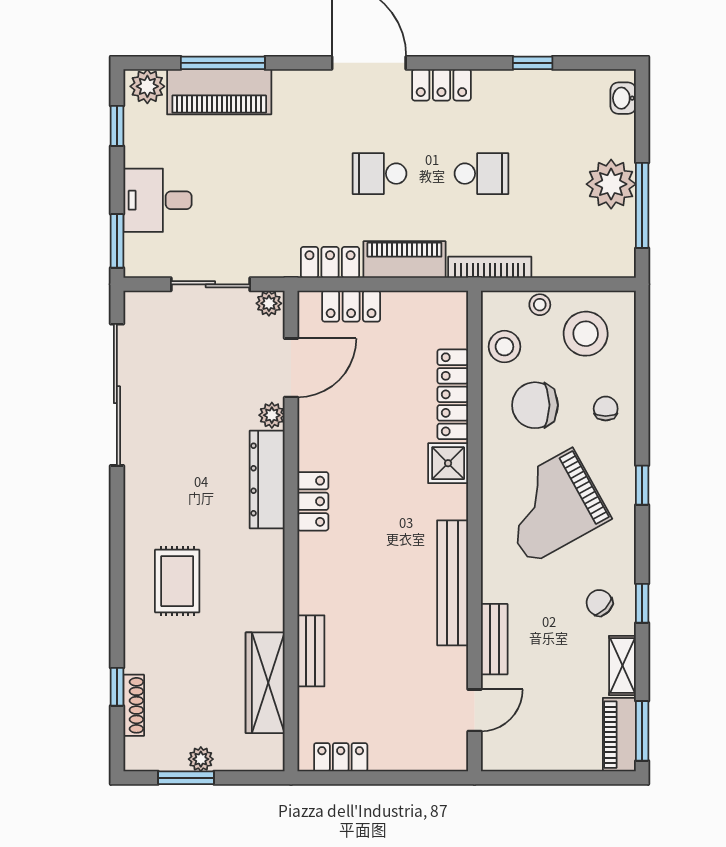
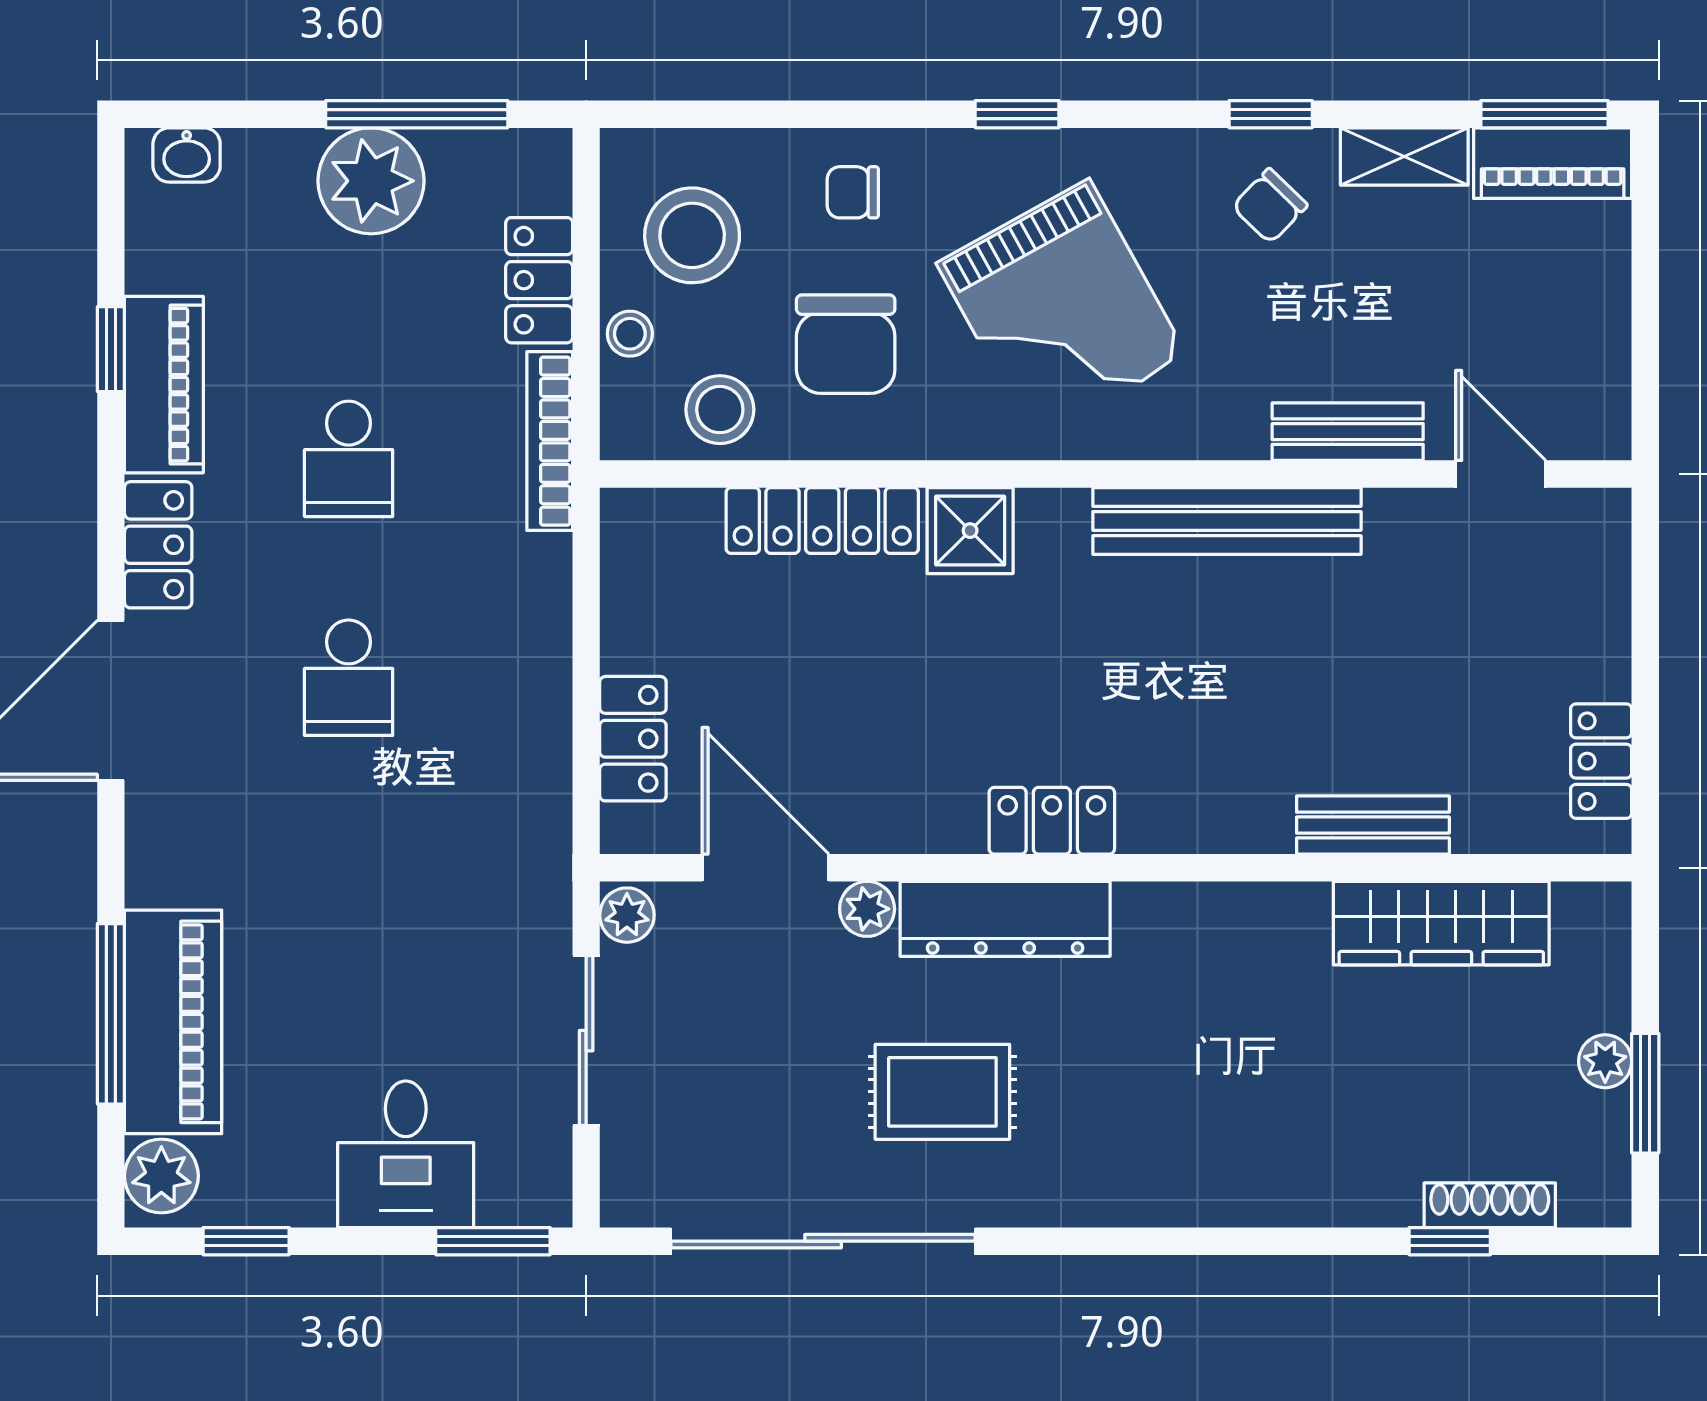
school desk: (481, 174) -> (349, 459), turned 180
piano: (404, 260) -> (164, 385), moved, turned 180
locker: (330, 262) -> (539, 280), moved
rug: (177, 581) -> (942, 1092), moved

